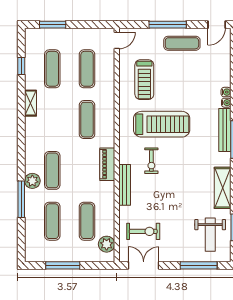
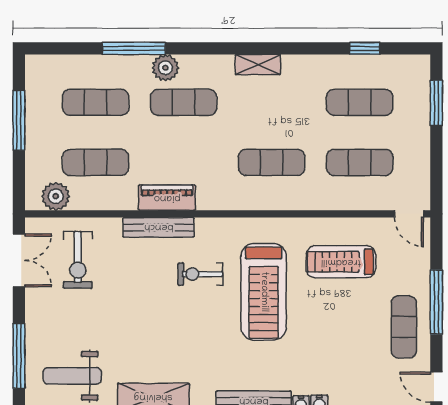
shelving: (31, 103) -> (258, 65), moved
piano: (107, 164) -> (167, 198), moved

